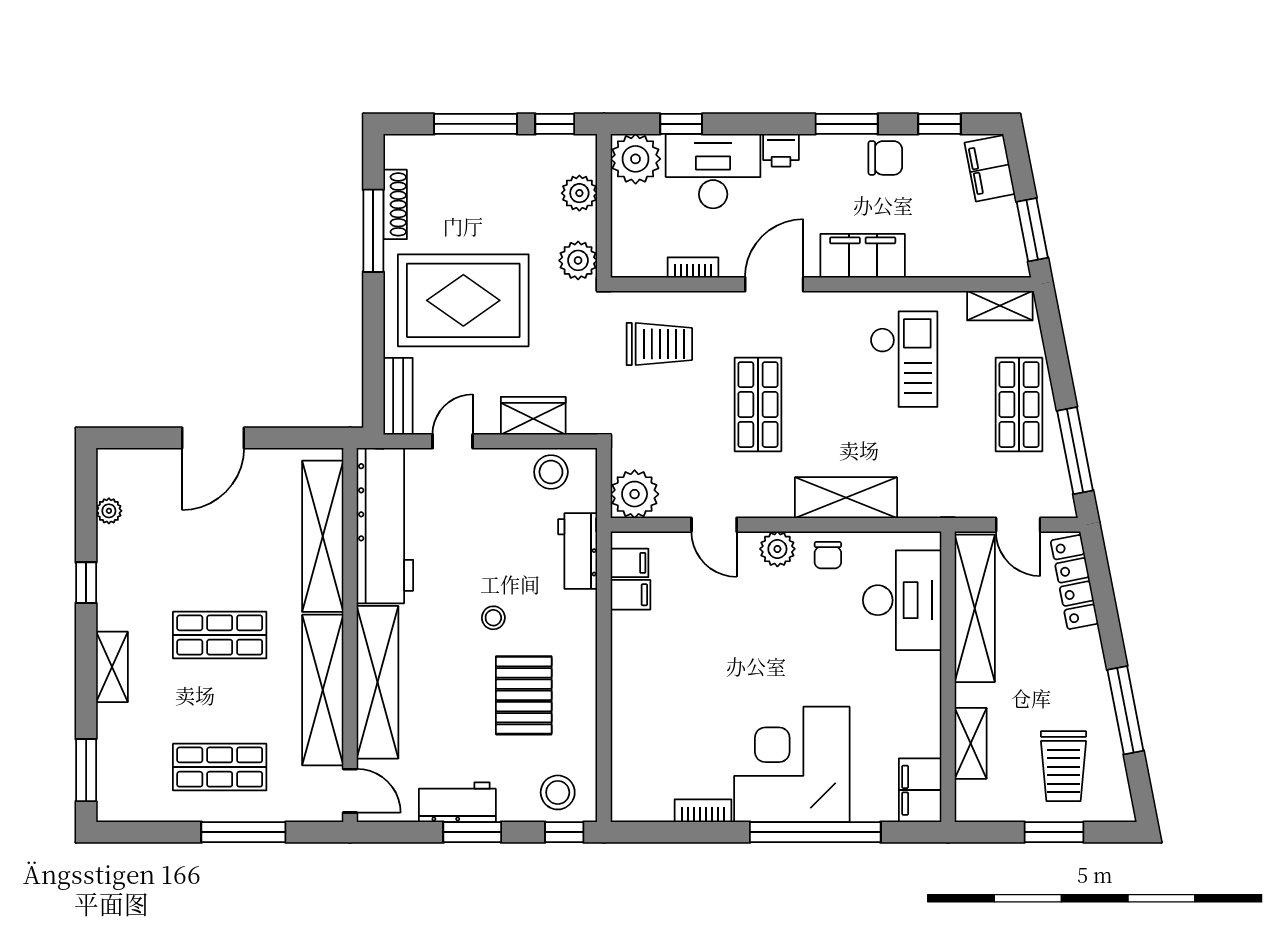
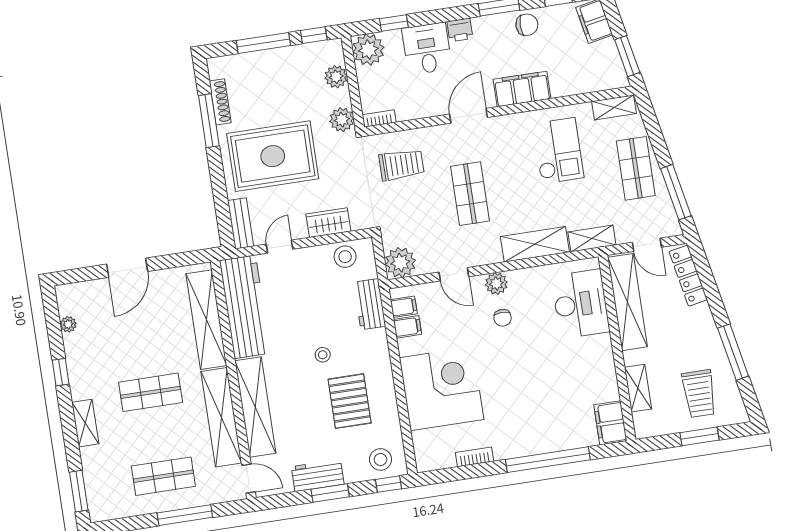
desk: (713, 171) -> (427, 49), width x0.73
bookcase: (693, 267) -> (379, 118), moved
shelving: (935, 502) -> (592, 238), added
chair: (828, 555) -> (503, 318), moved
corner desk: (792, 764) -> (442, 389), moved, turned 90

